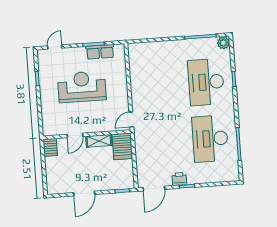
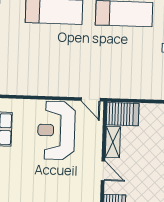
reception desk: (82, 87) -> (56, 130), moved

